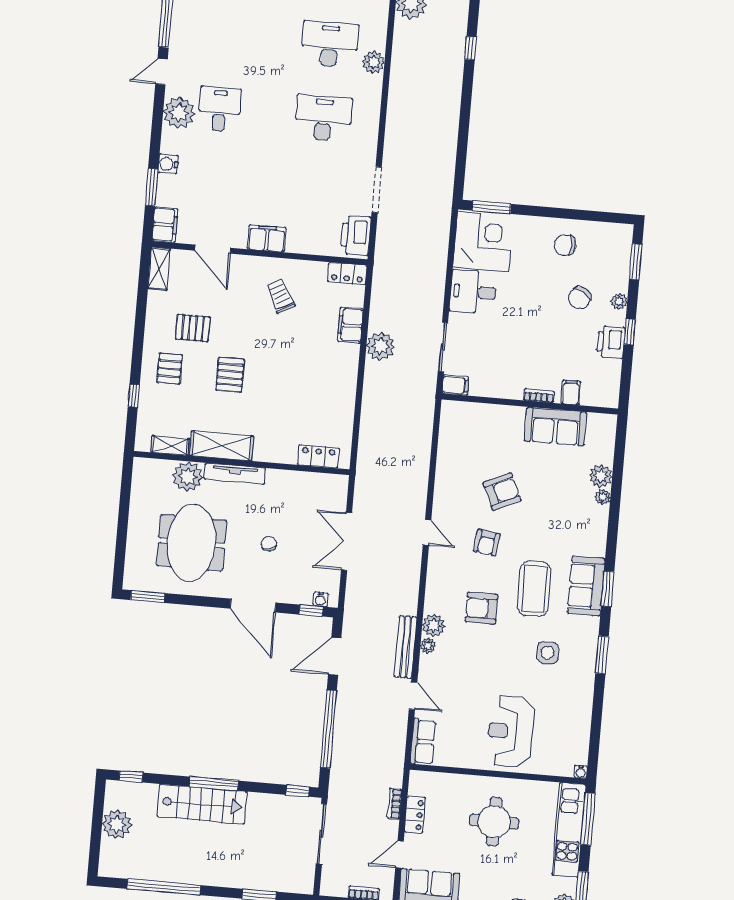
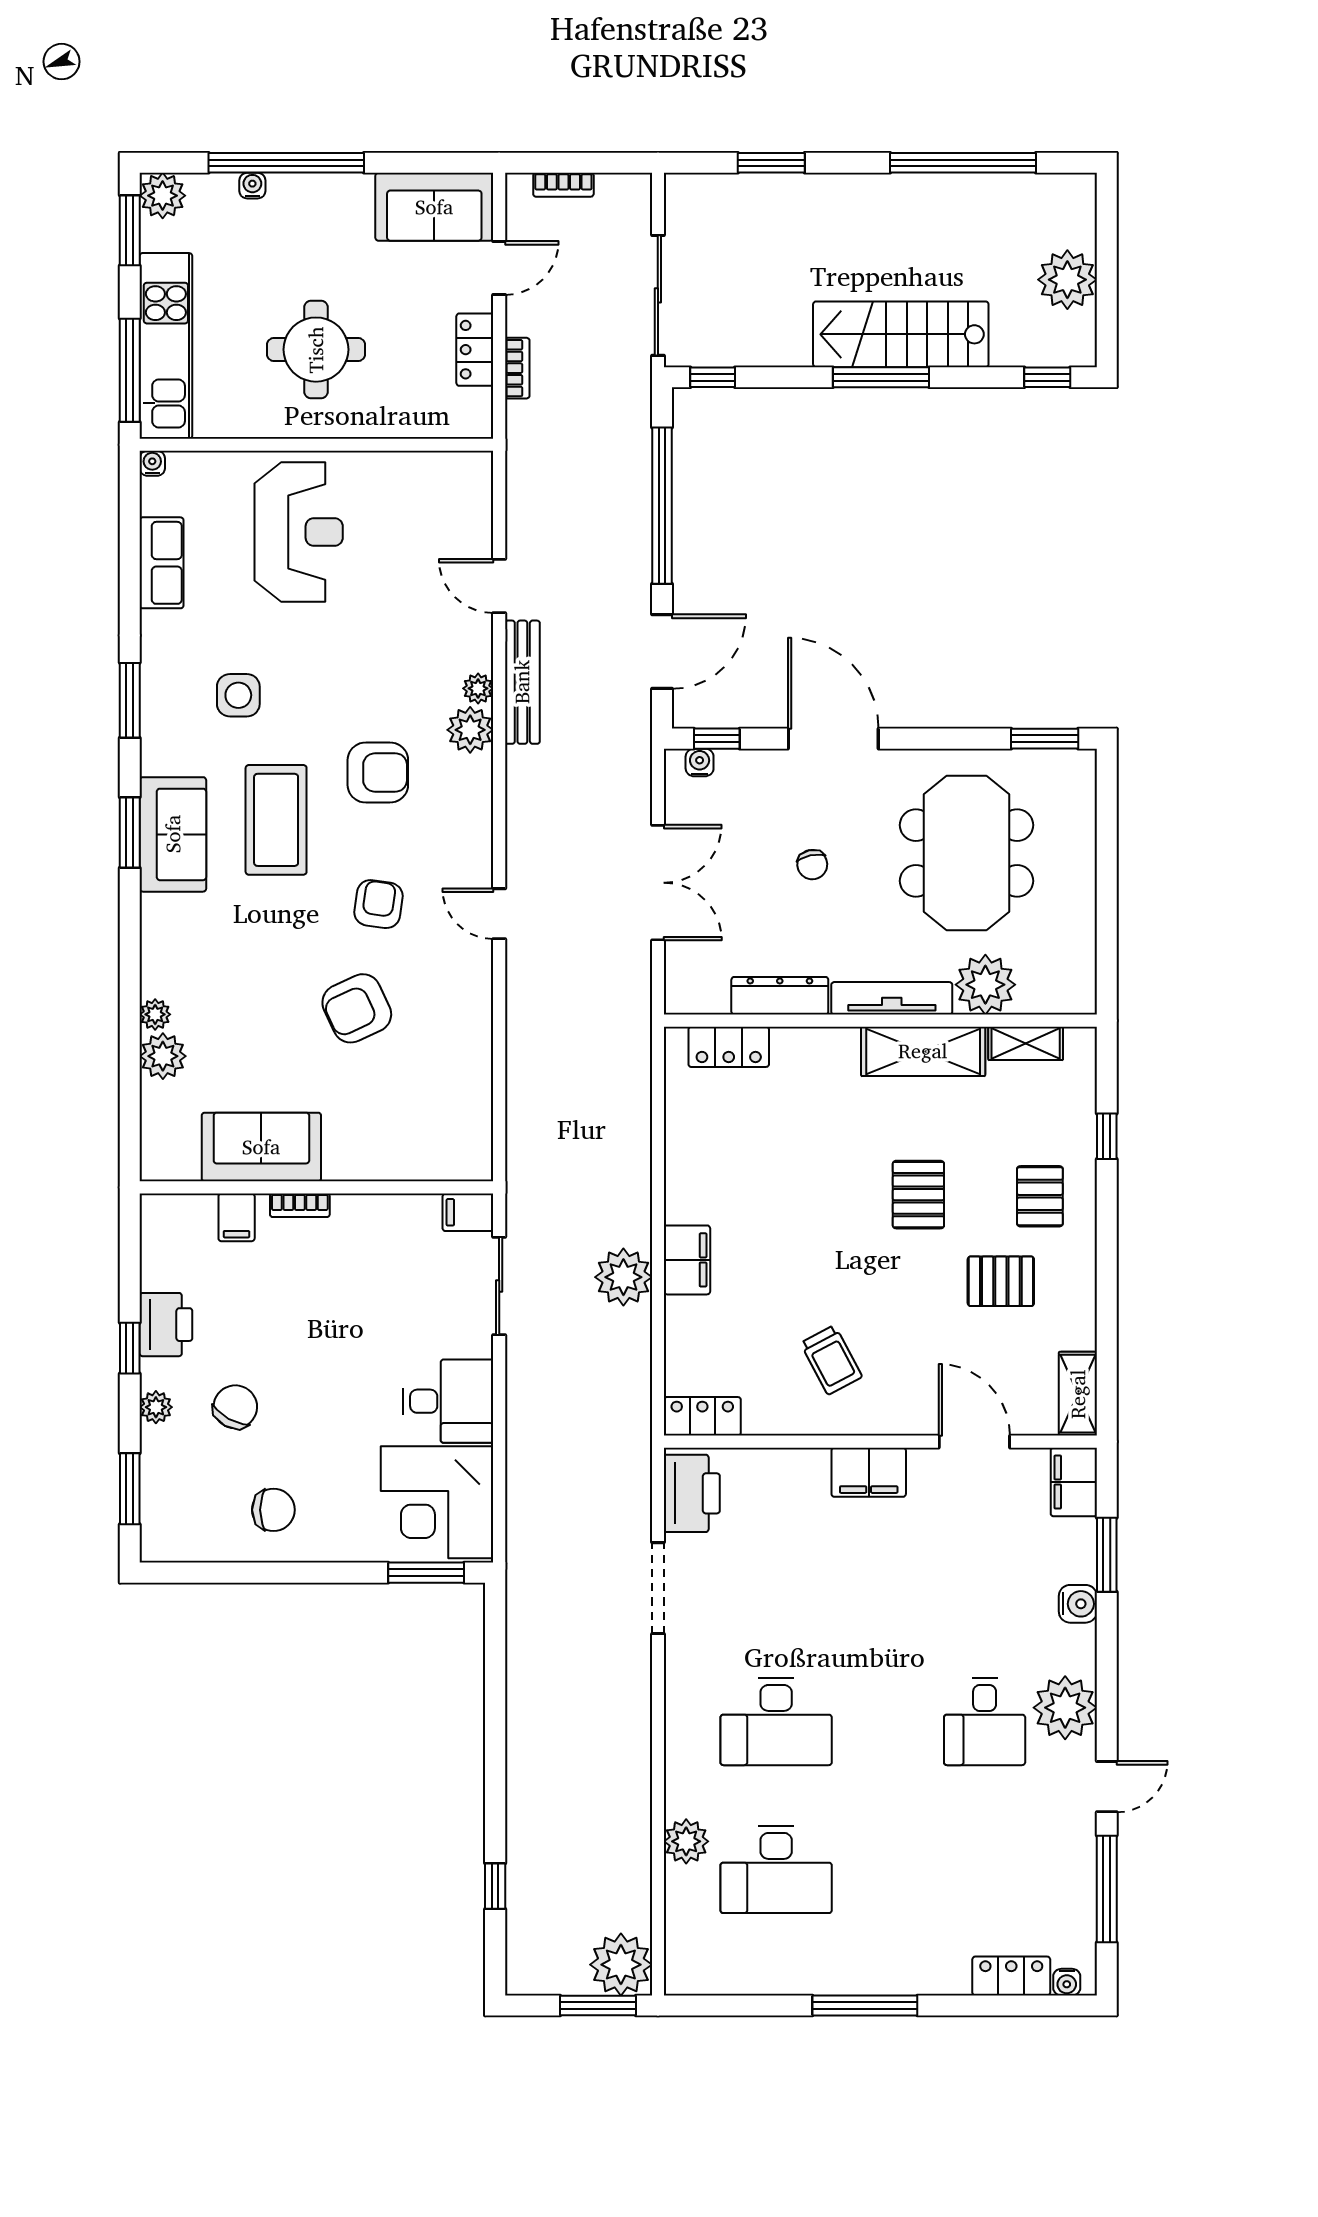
filing cabinet: (350, 325) -> (687, 1260), moved
dresser: (291, 480) -> (780, 996), added
row of seats: (423, 742) -> (162, 563), moved, turned 180

